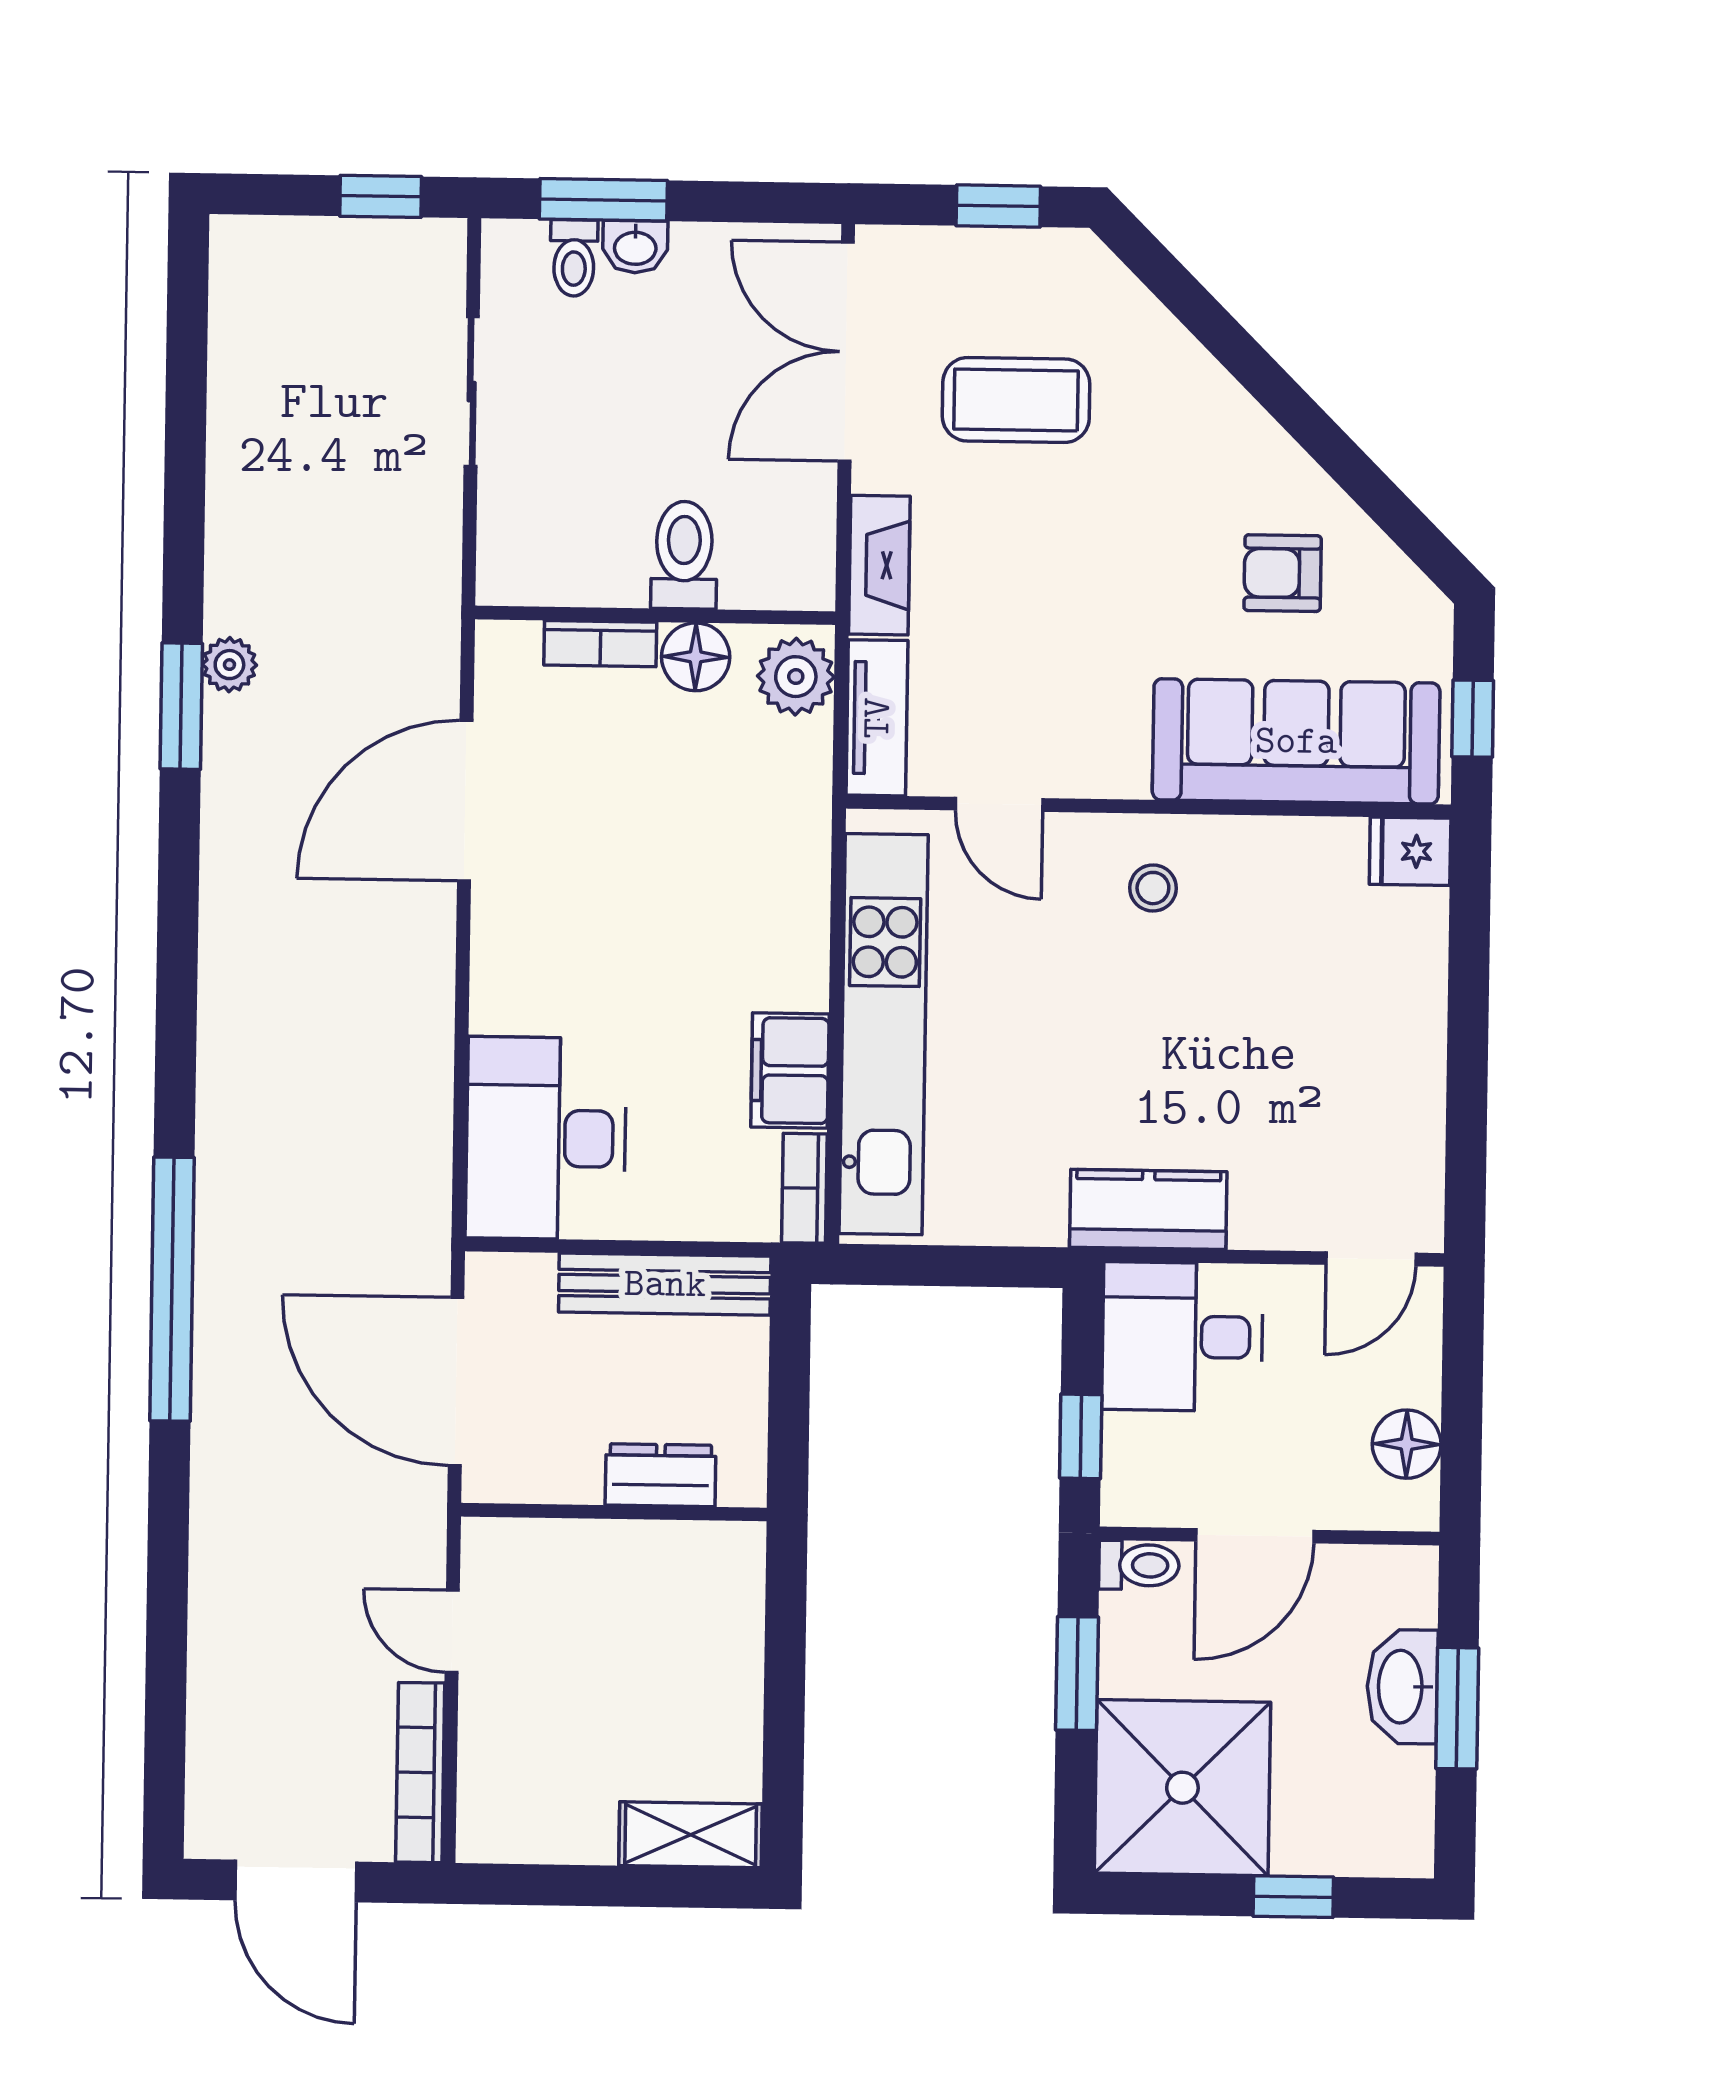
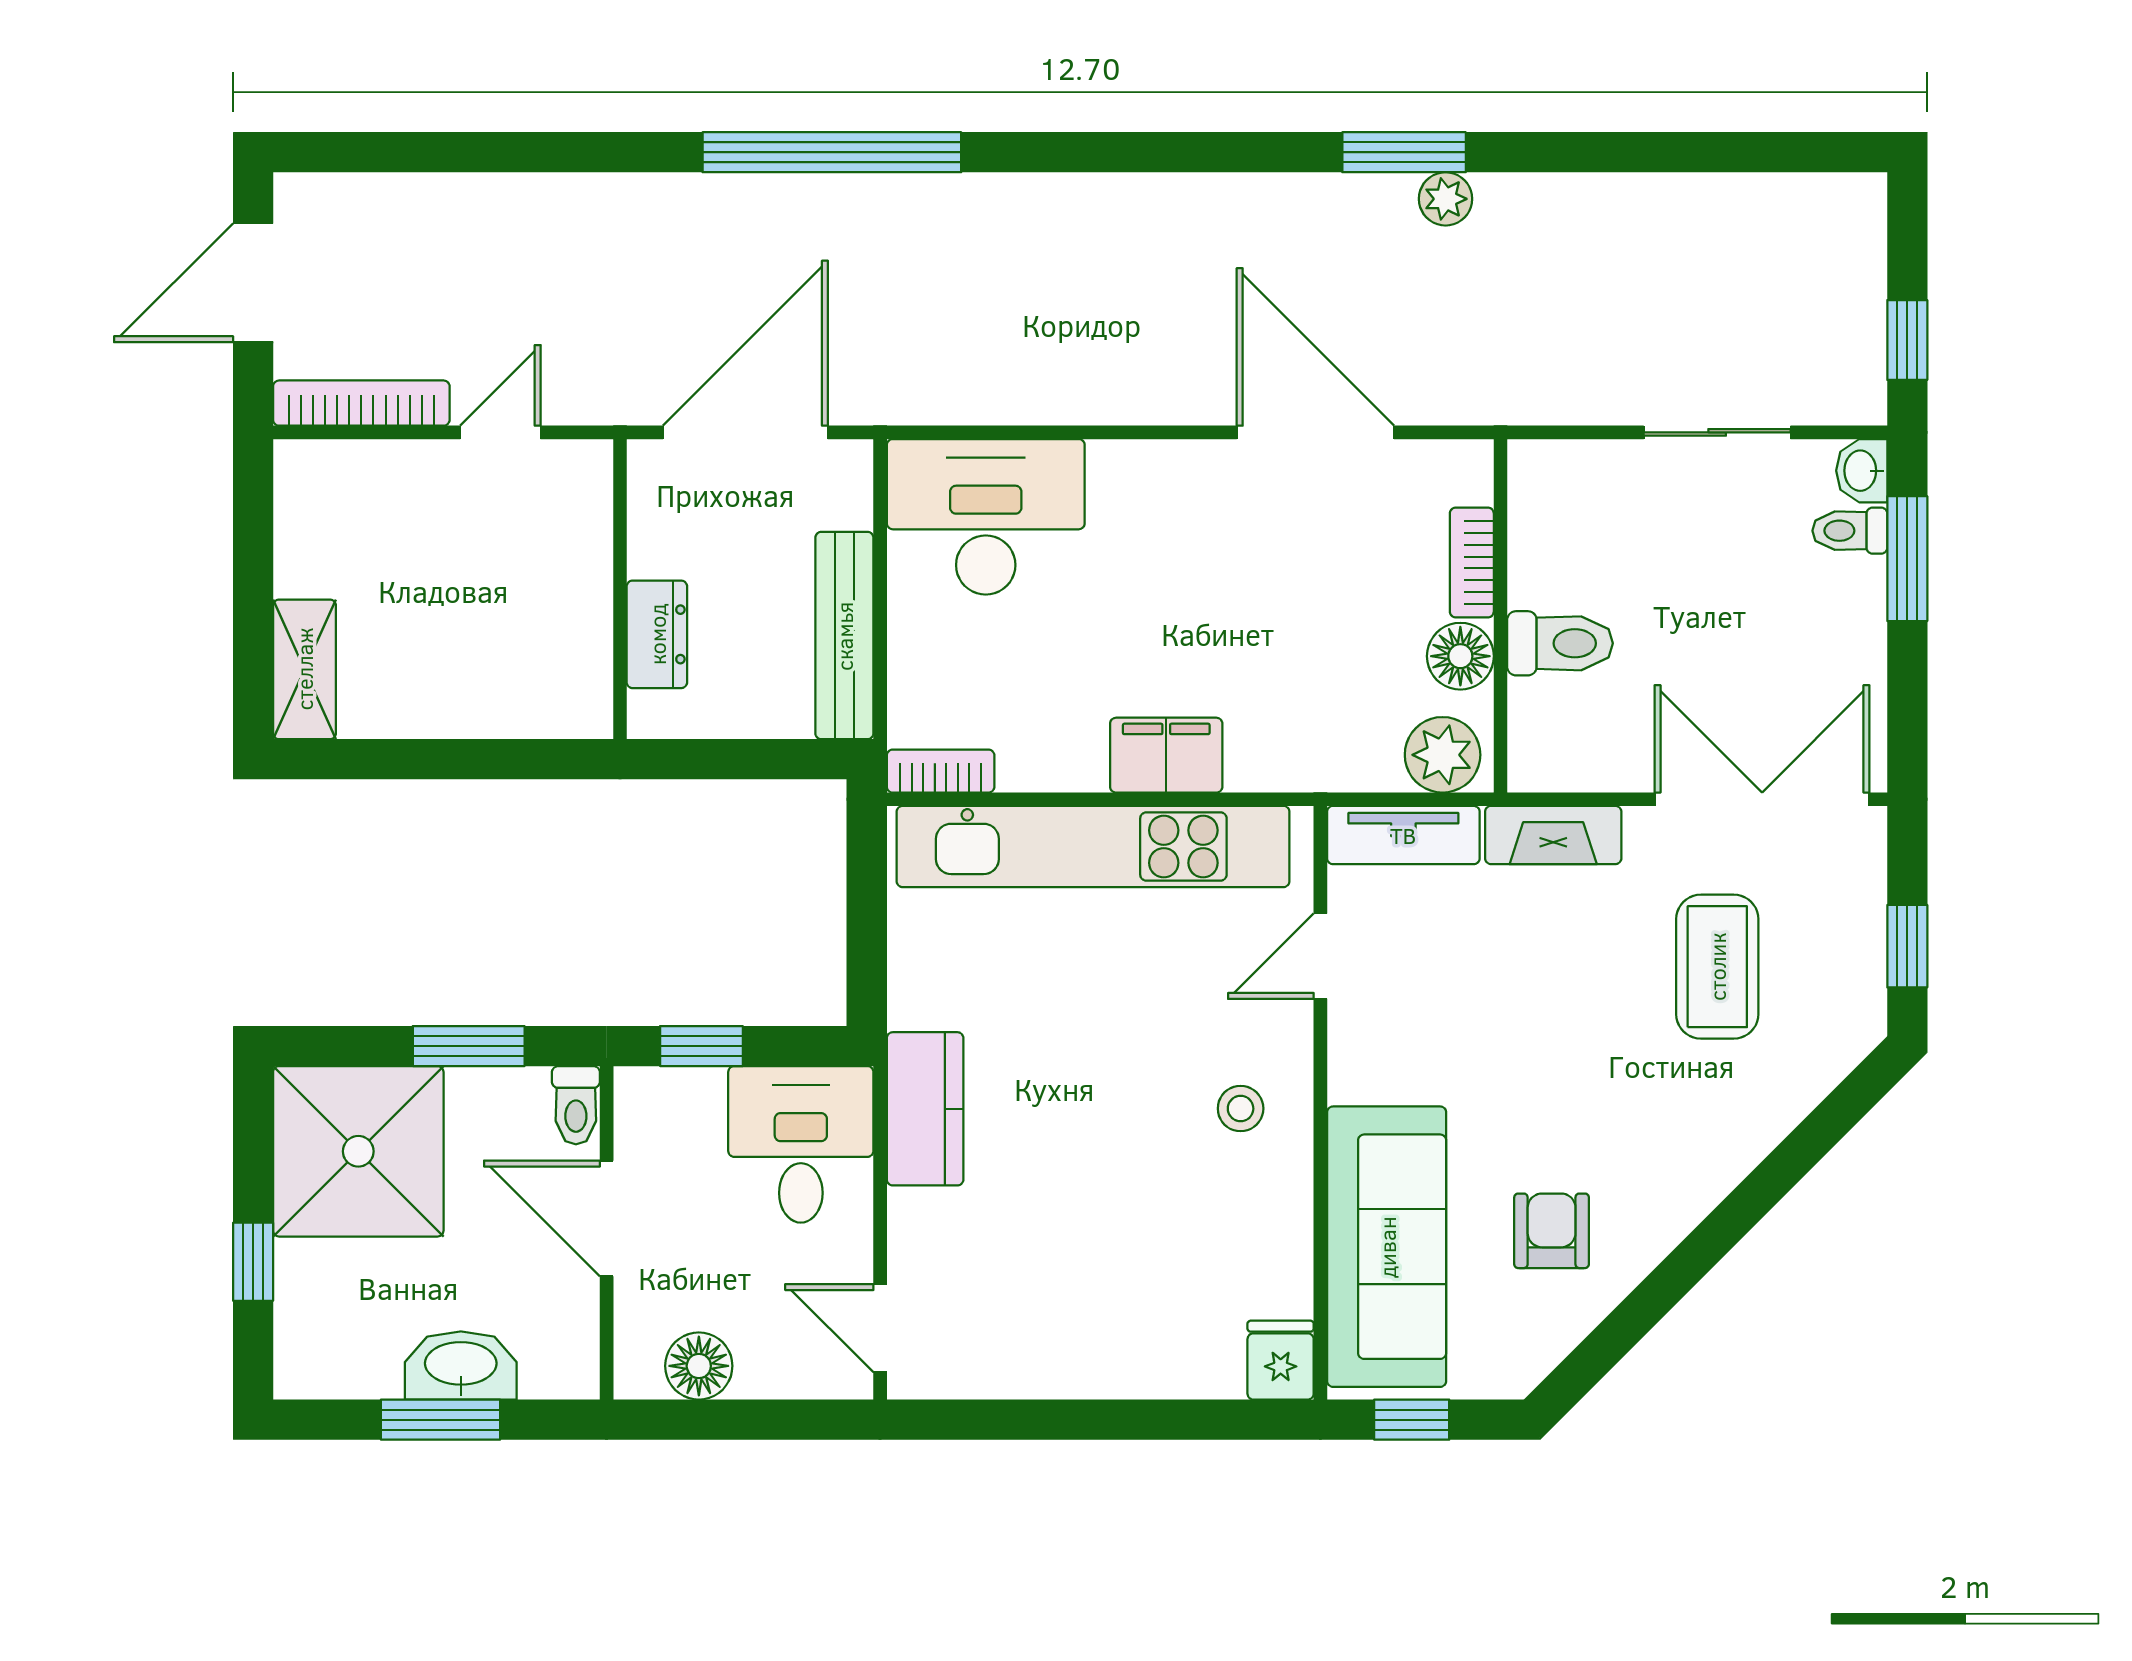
washbasin: (635, 247) -> (1862, 471), moved
filing cabinet: (790, 1071) -> (1166, 755), moved

